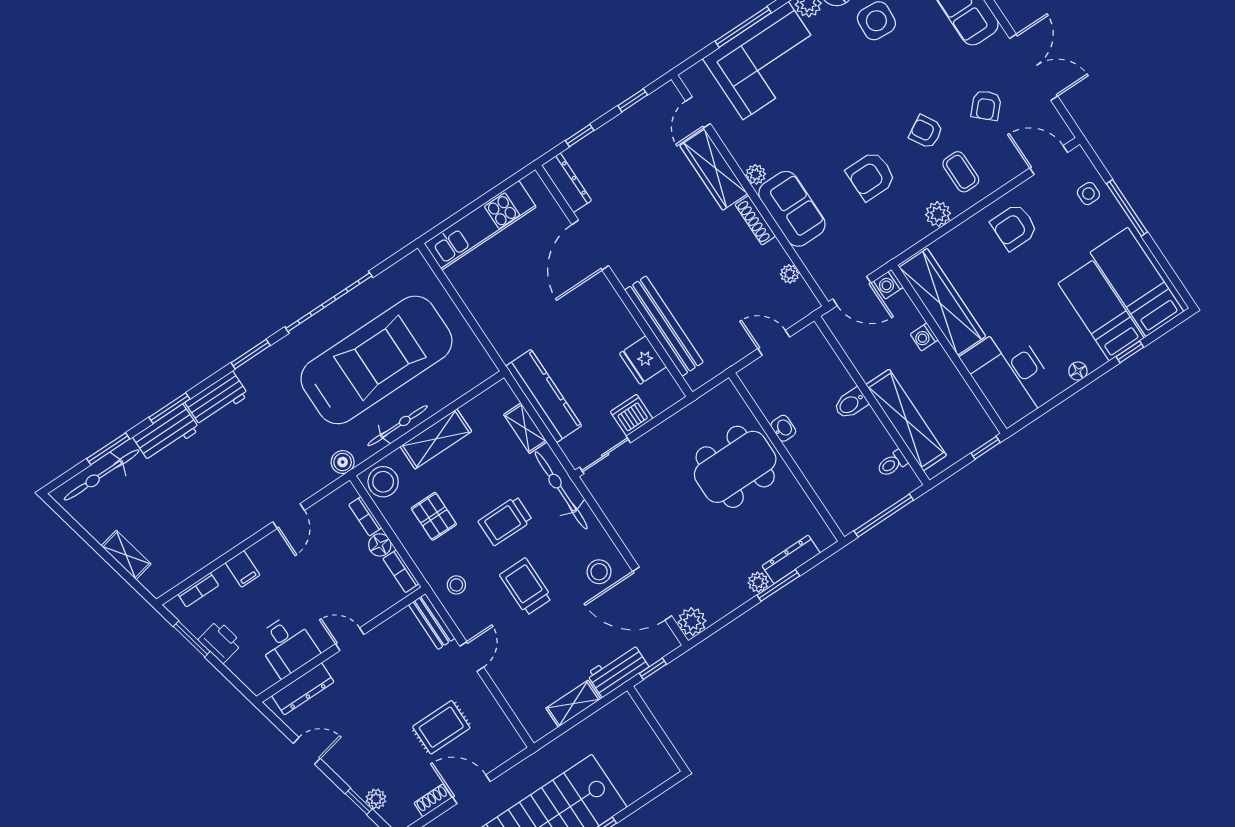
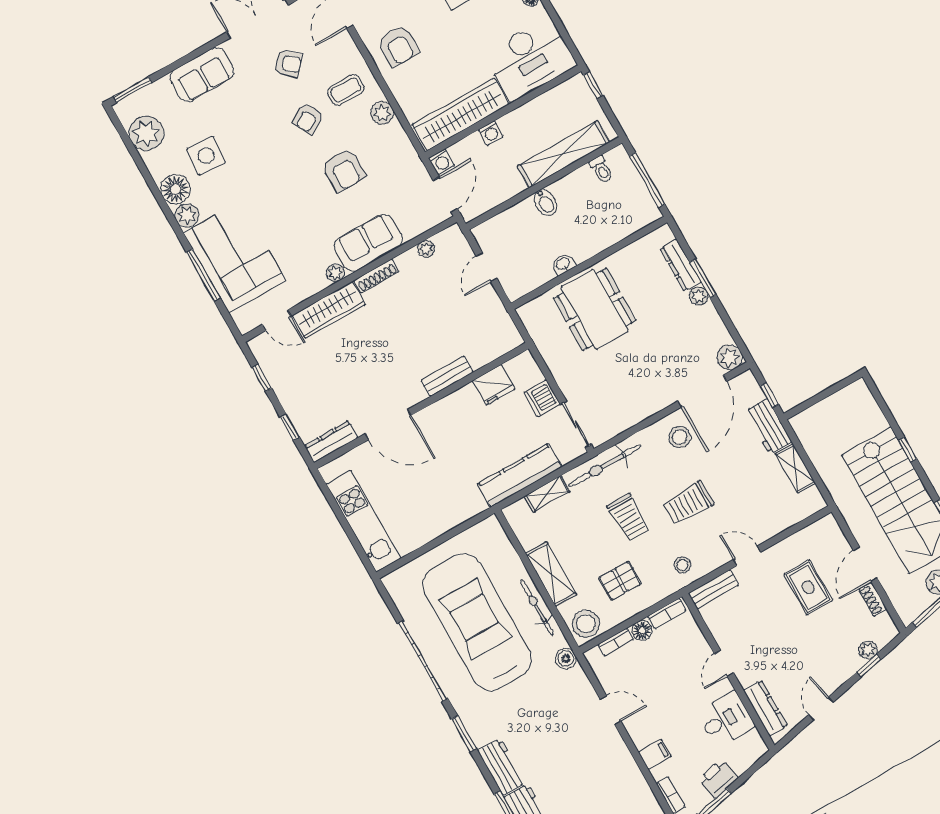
bench: (664, 326) -> (447, 376), width x0.54, depth x0.82

